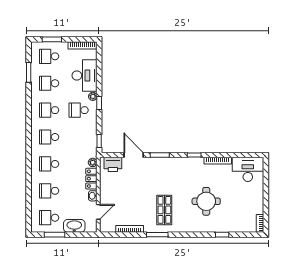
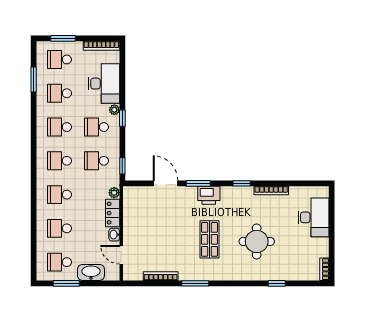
school desk: (79, 137) -> (96, 161), added
printer: (113, 164) -> (209, 195), moved
desk: (248, 169) -> (314, 217), moved, turned 90
shop shelf: (164, 210) -> (209, 239), moved
door: (98, 212) -> (121, 255), swing flipped

